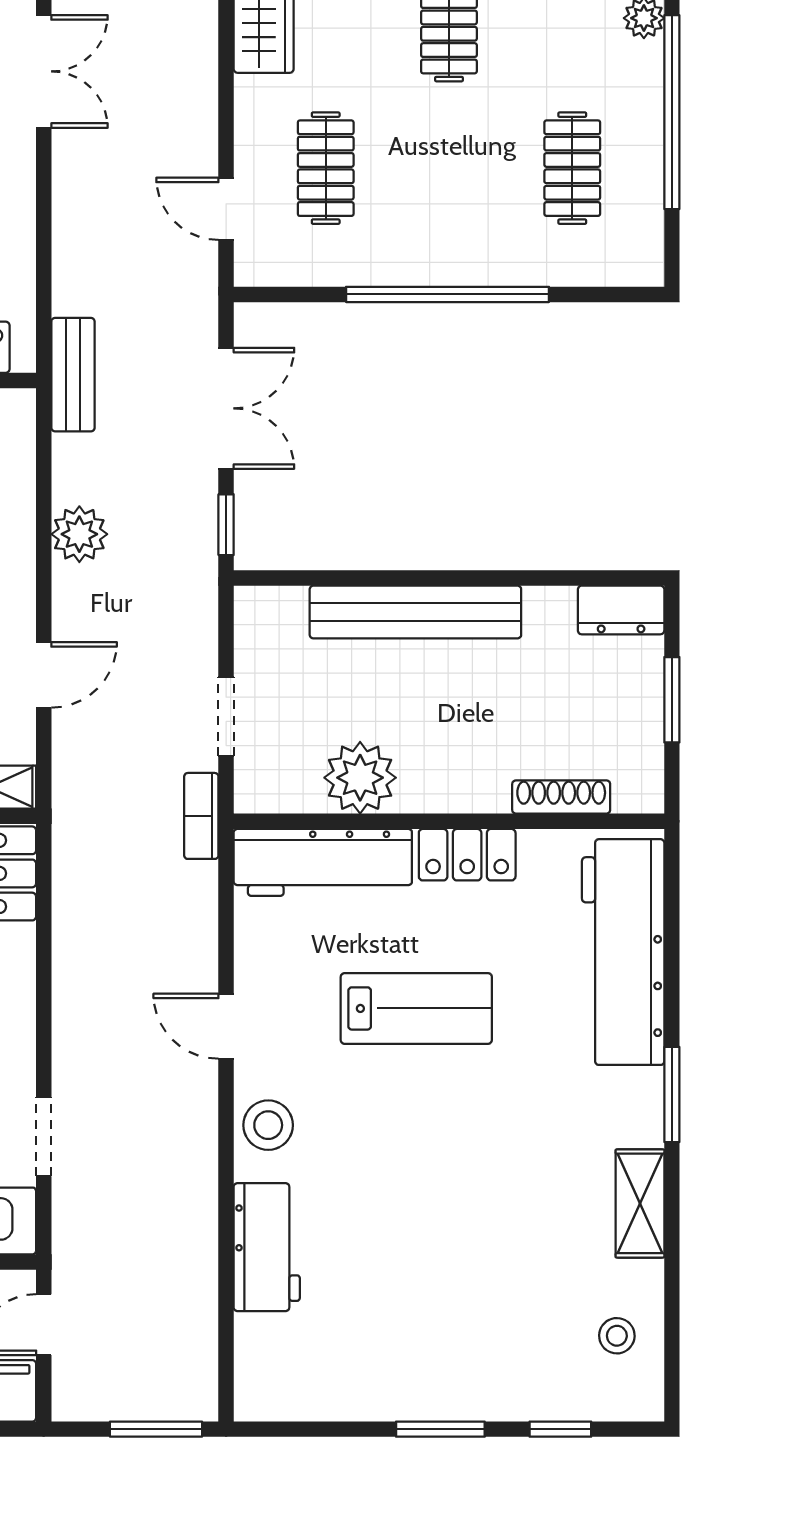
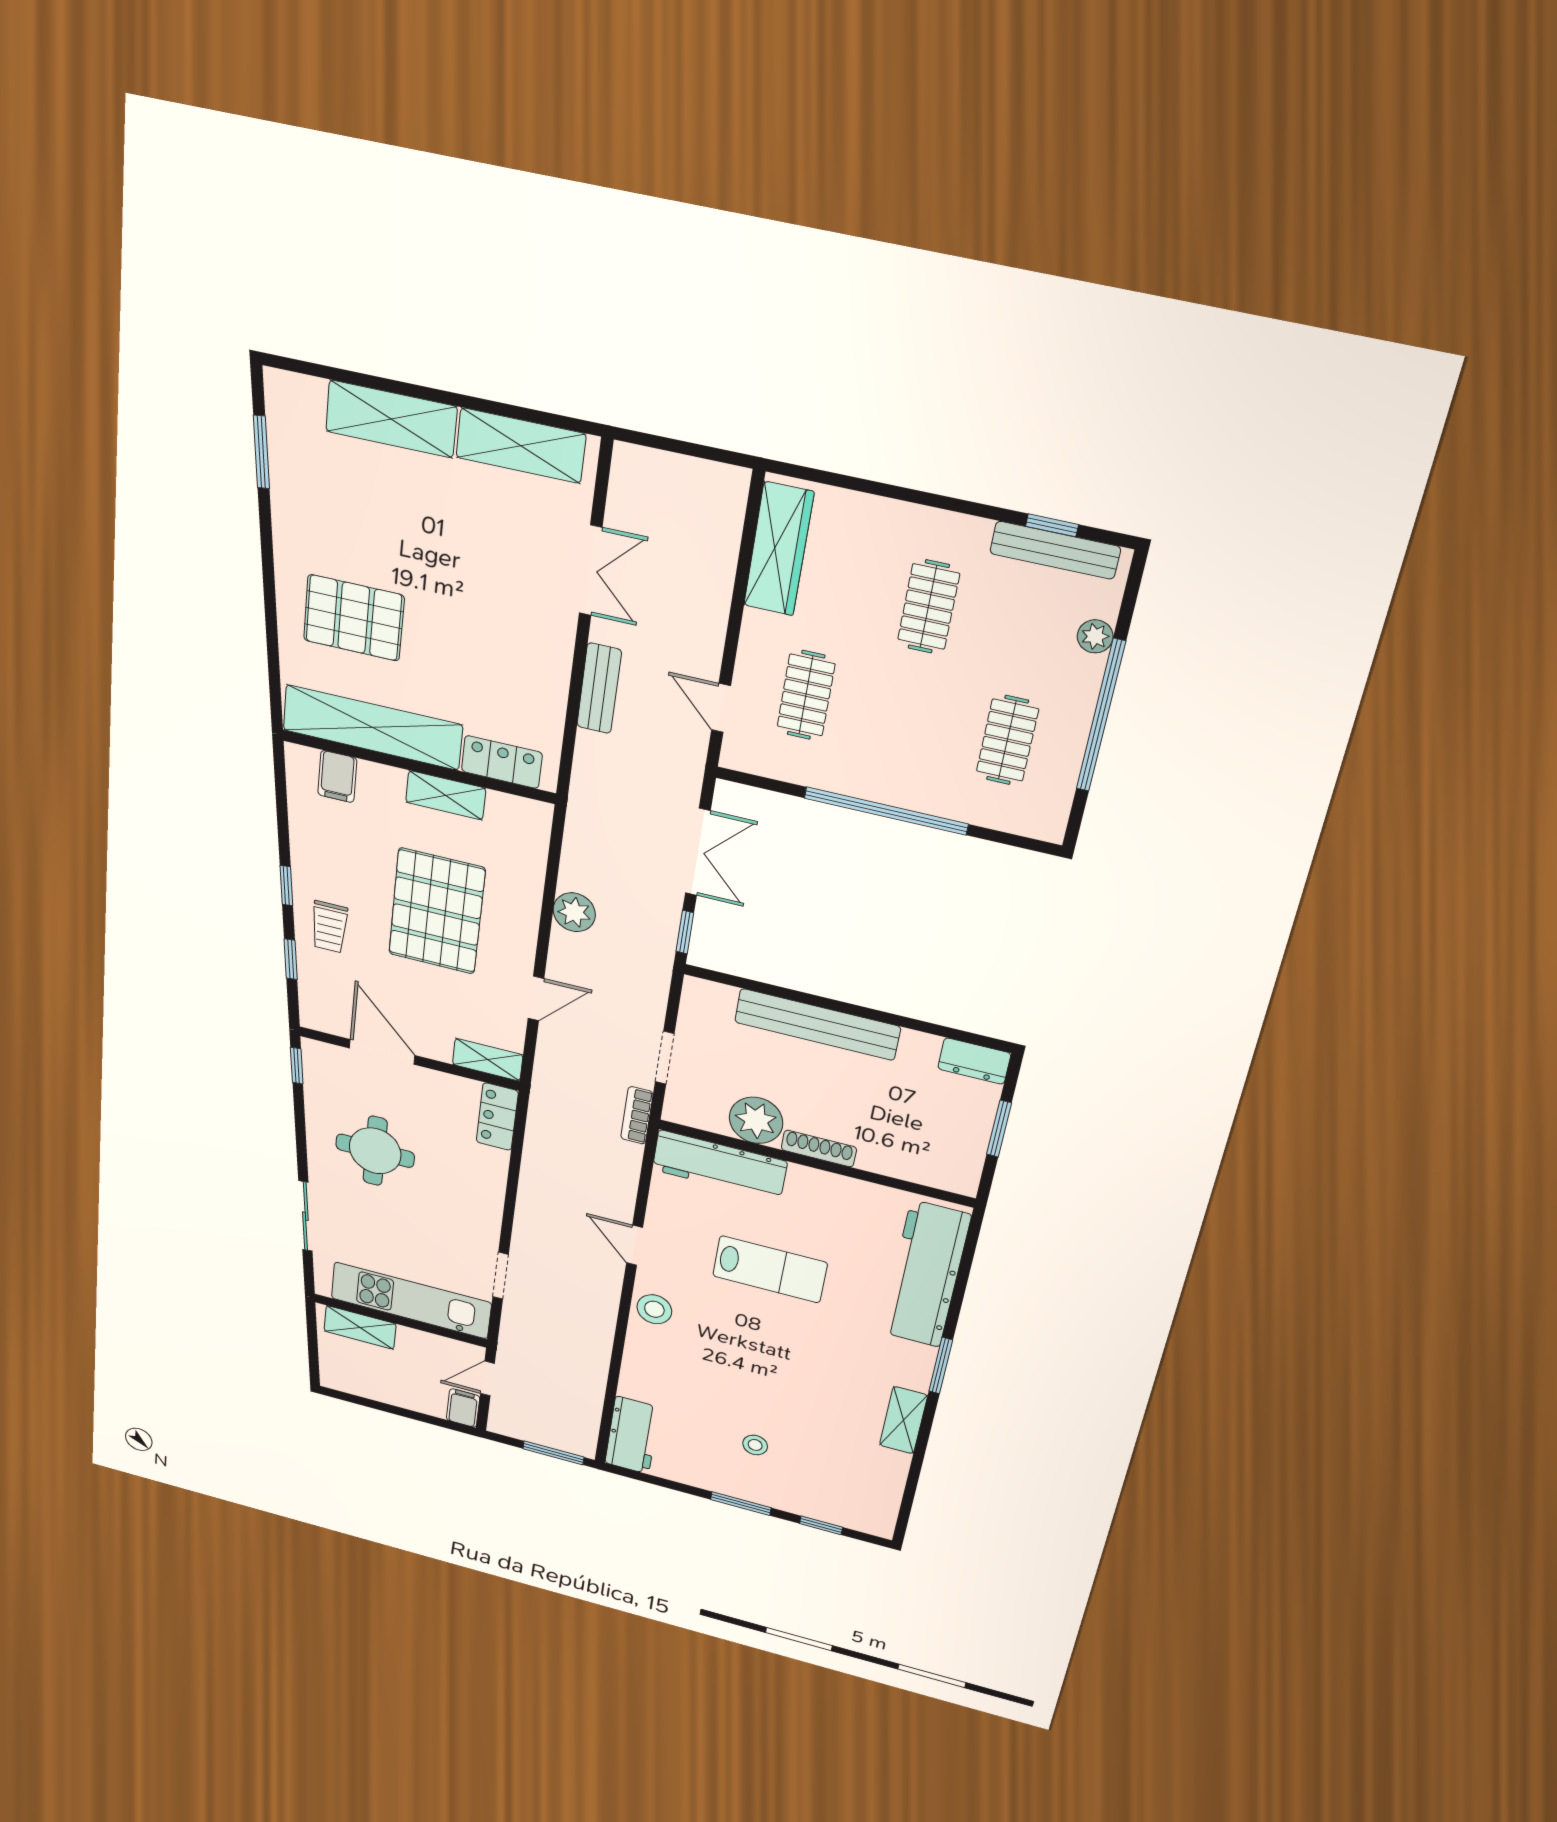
bench: (73, 375) -> (599, 688), moved
shoe rack: (561, 797) -> (819, 1148), moved
locker: (467, 855) -> (825, 1187), removed
workbench: (267, 1247) -> (632, 1435), moved
stool: (617, 1336) -> (755, 1445), moved

